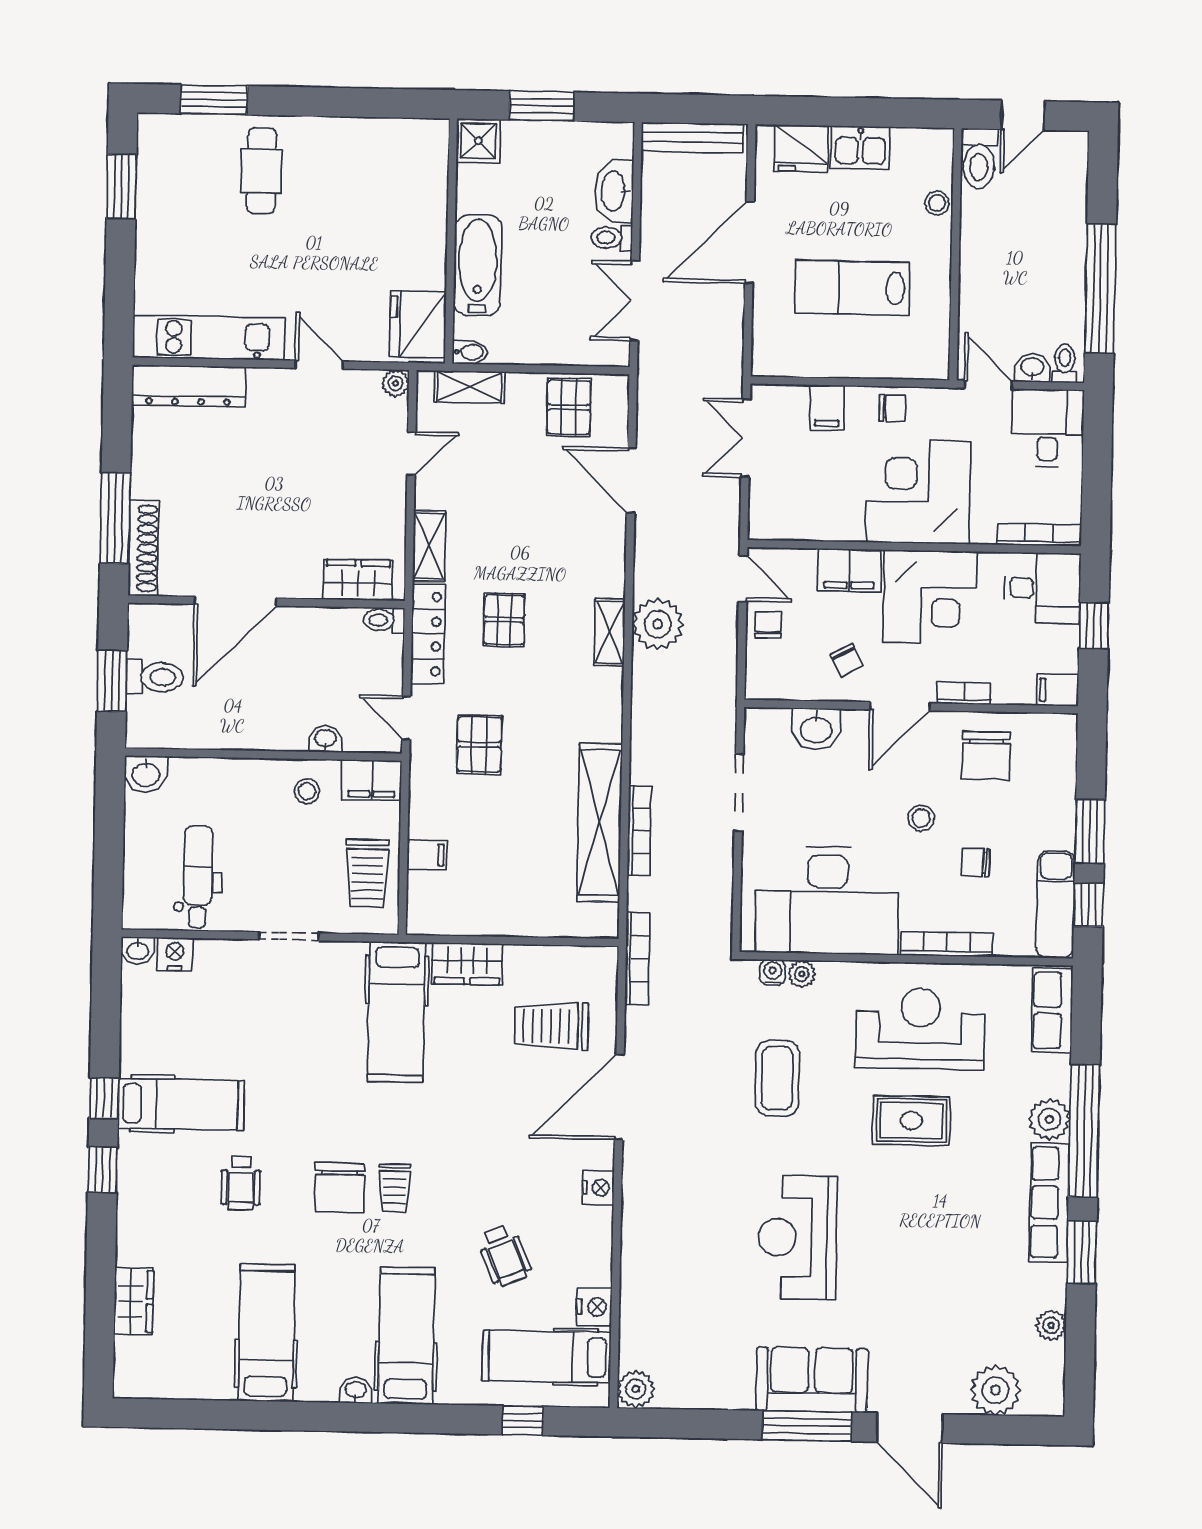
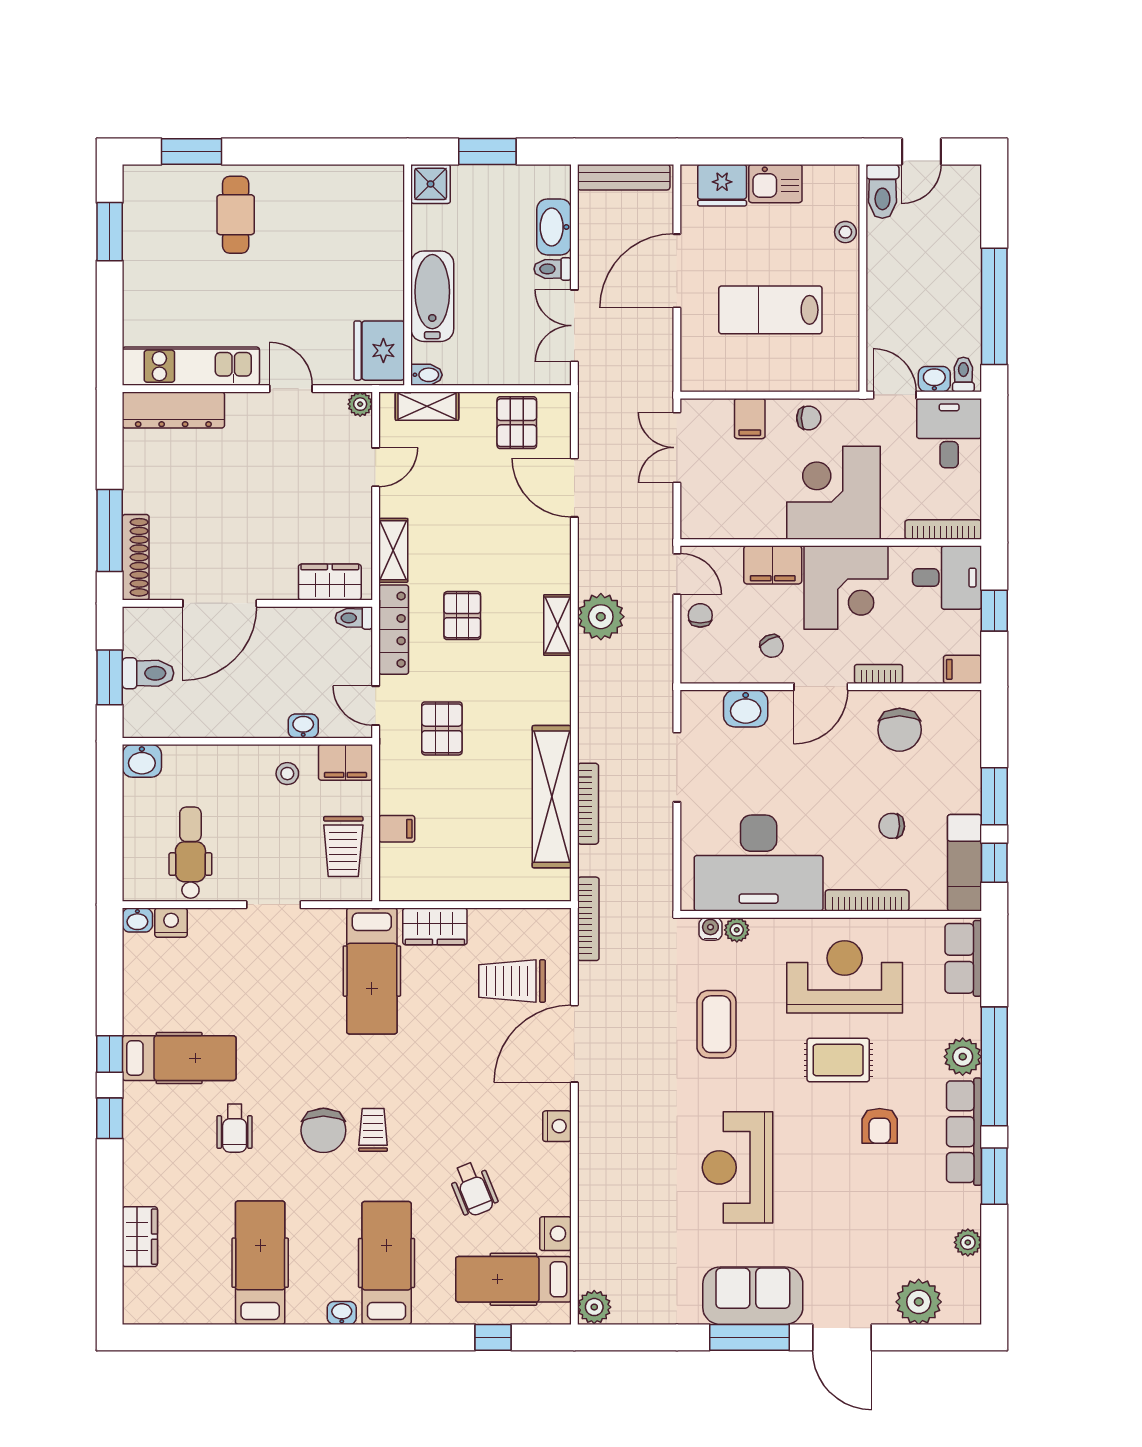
stool: (921, 818) -> (842, 787), removed
trolley: (394, 1188) -> (373, 1130), turned 180
armchair: (956, 1194) -> (880, 1126), added

